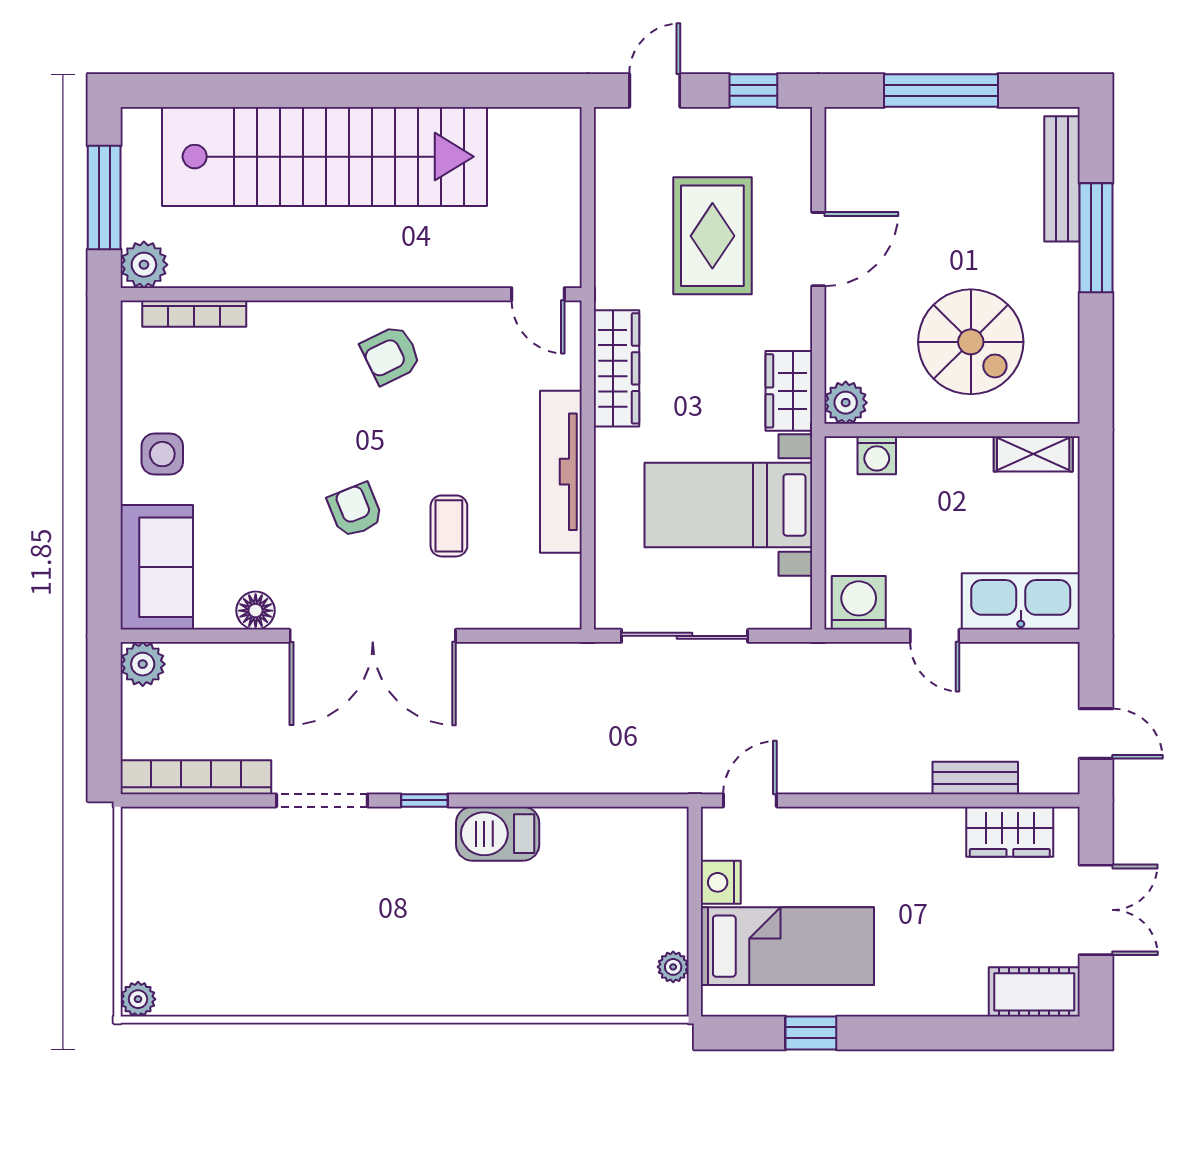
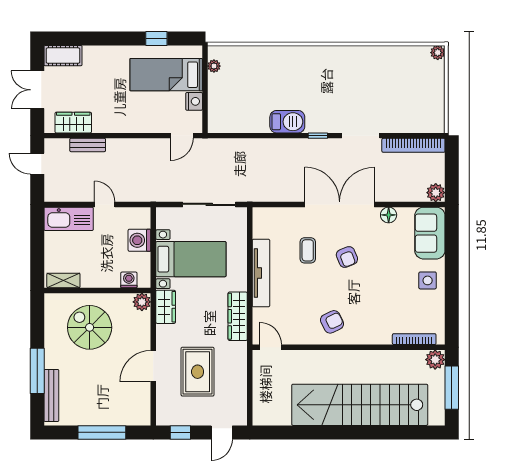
washing machine: (859, 603) -> (139, 240), moved, turned 90

